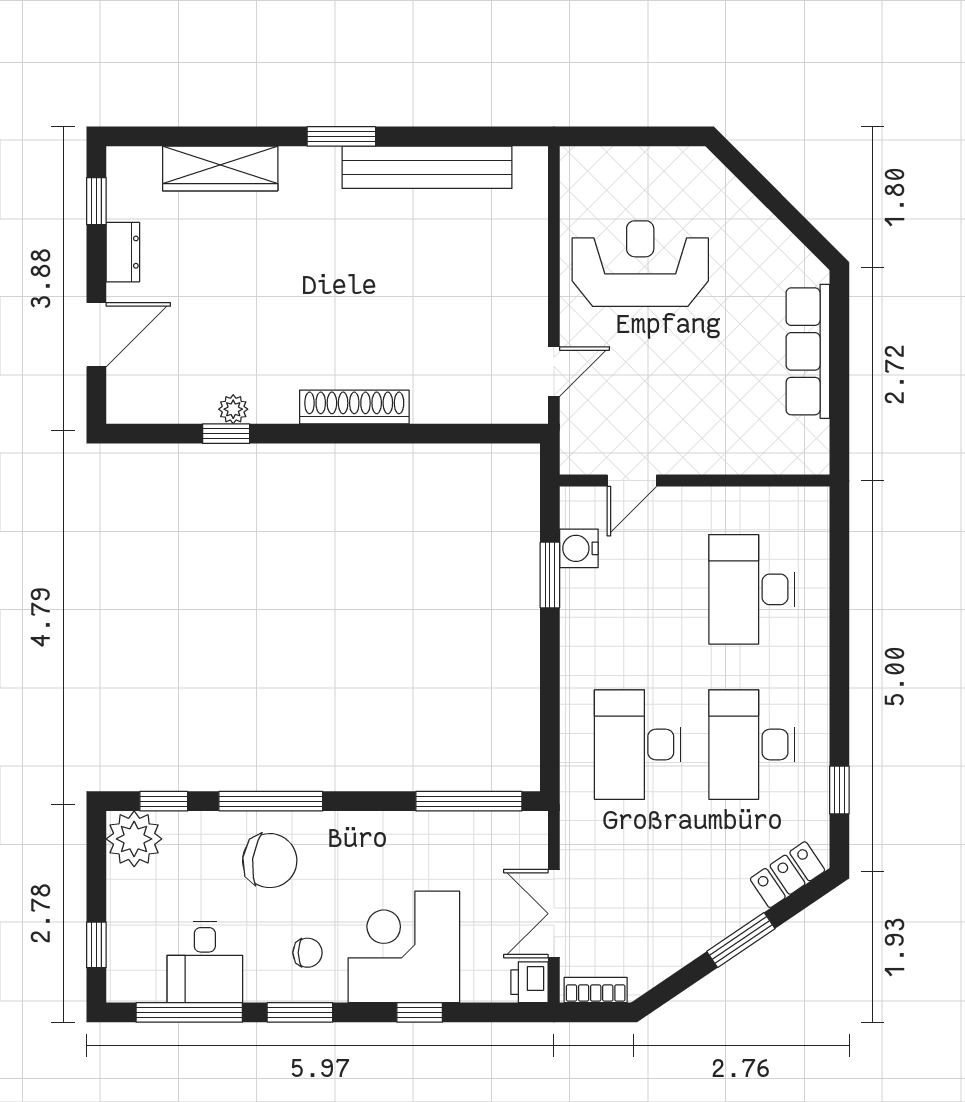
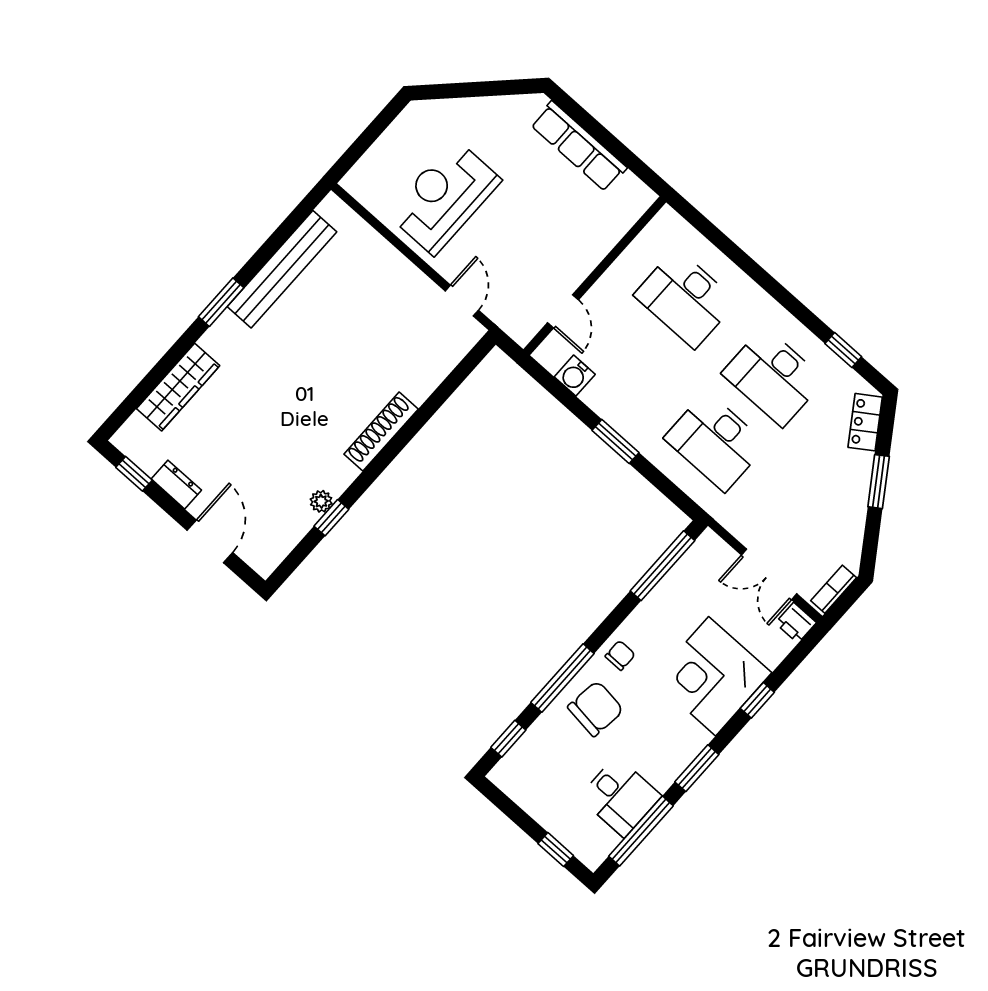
window: (550, 575) -> (616, 441), moved
plant: (134, 839) -> (515, 775), removed
chair: (308, 953) -> (620, 655), moved

